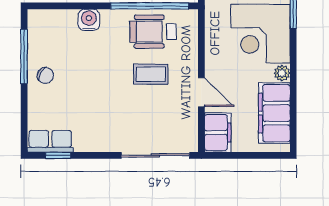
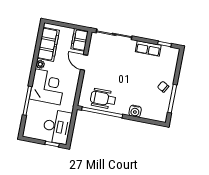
wheelchair: (153, 32) -> (103, 99), turned 180
coffee table: (151, 74) -> (108, 77), removed
row of seats: (50, 141) -> (148, 48), moved

